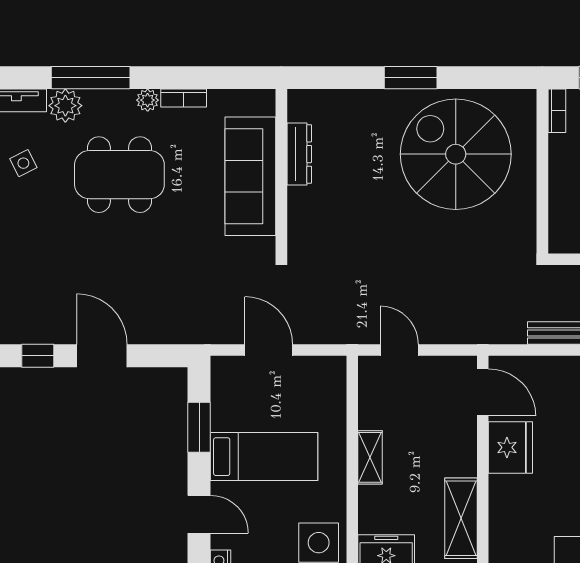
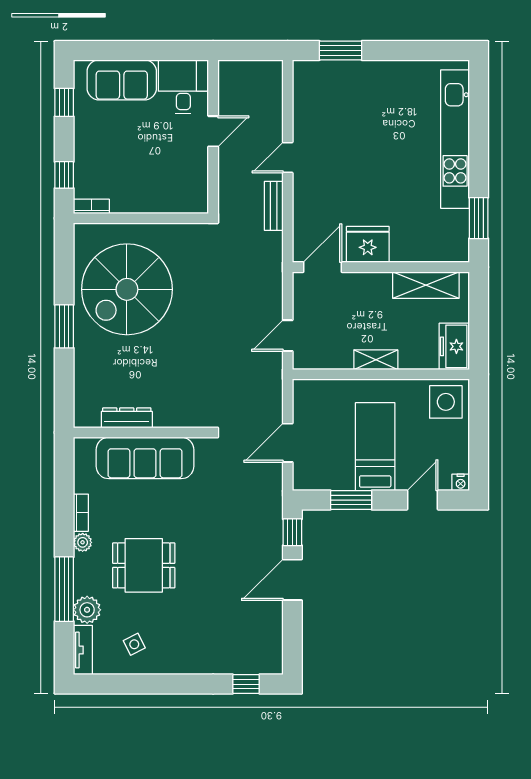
dining table: (119, 175) -> (144, 565), width x0.73
window: (38, 356) -> (292, 532), moved

